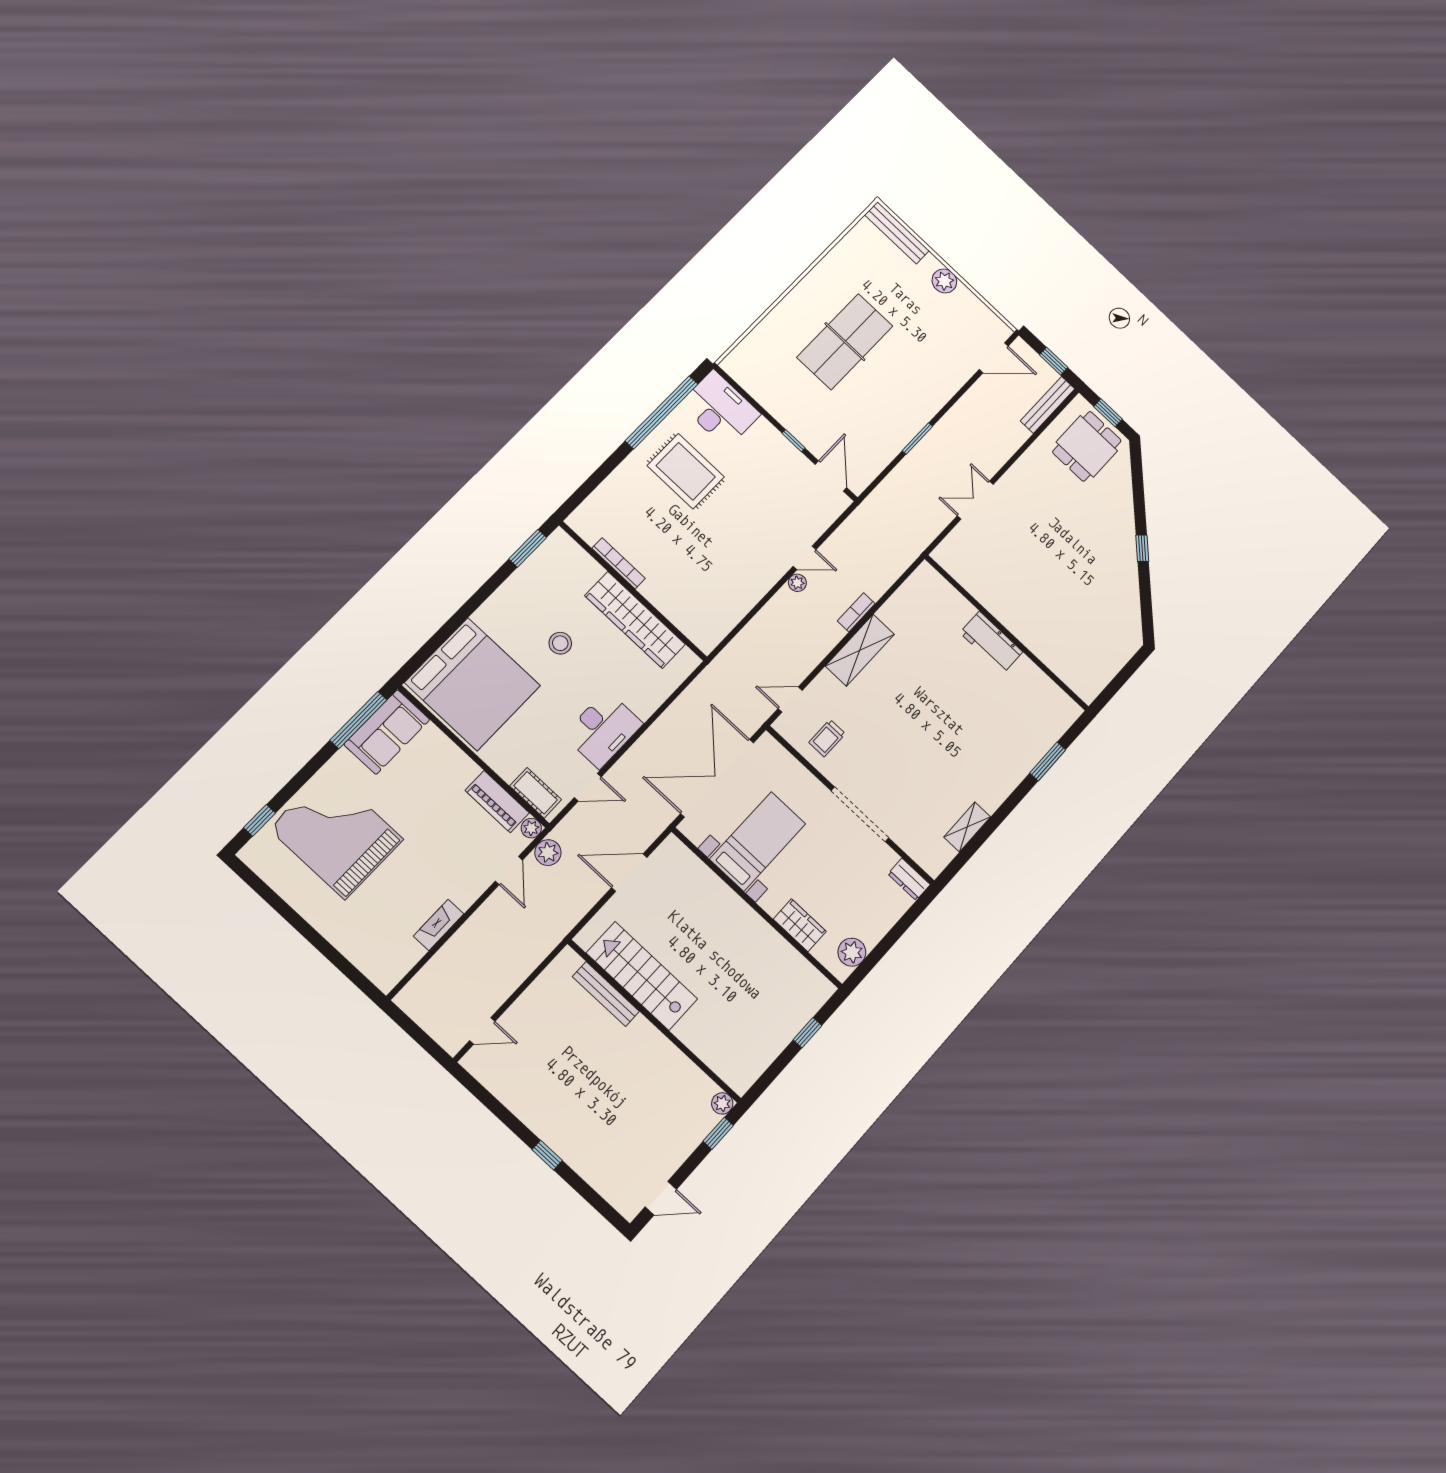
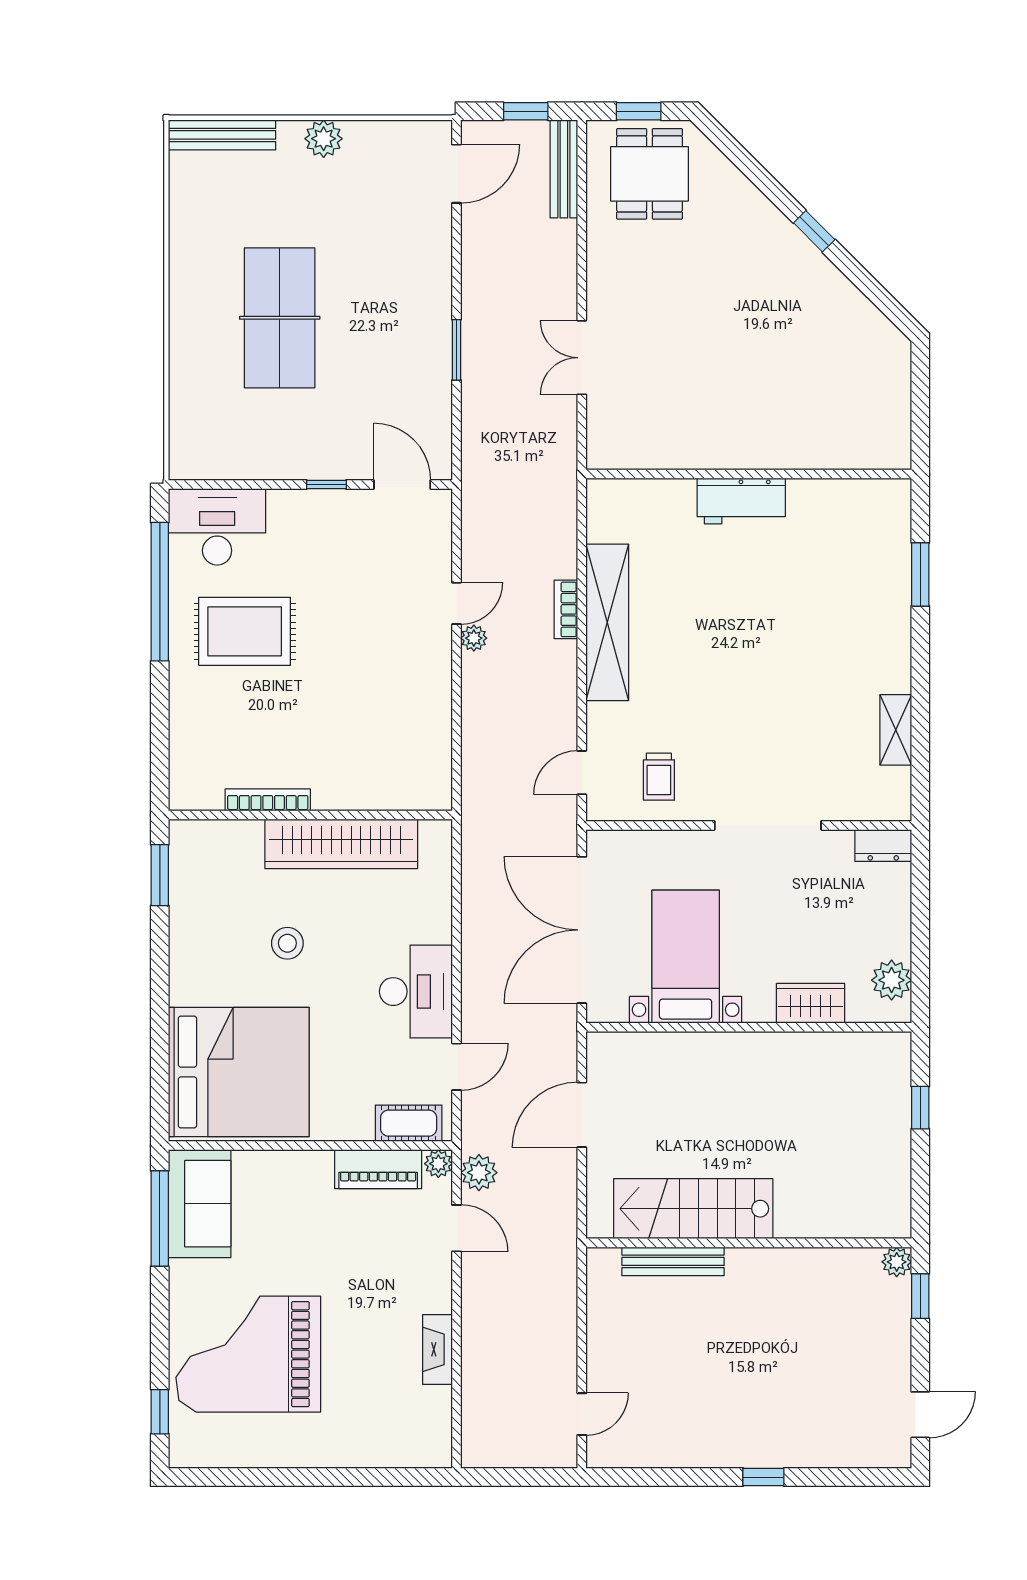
shelving: (860, 650) -> (607, 622), width x1.47

